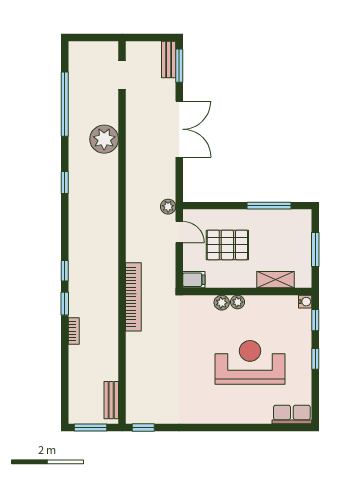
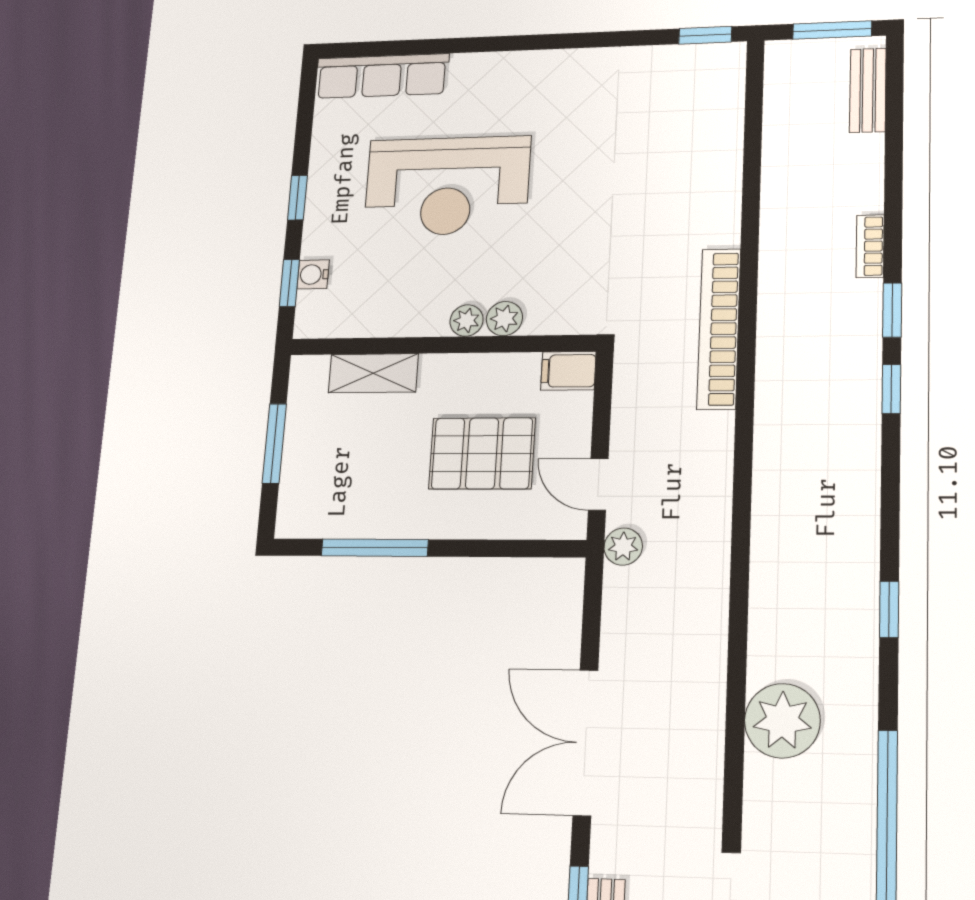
water cooler: (305, 302) -> (313, 274), moved
bench: (111, 400) -> (868, 90), moved
row of seats: (292, 415) -> (382, 76), width x1.48

